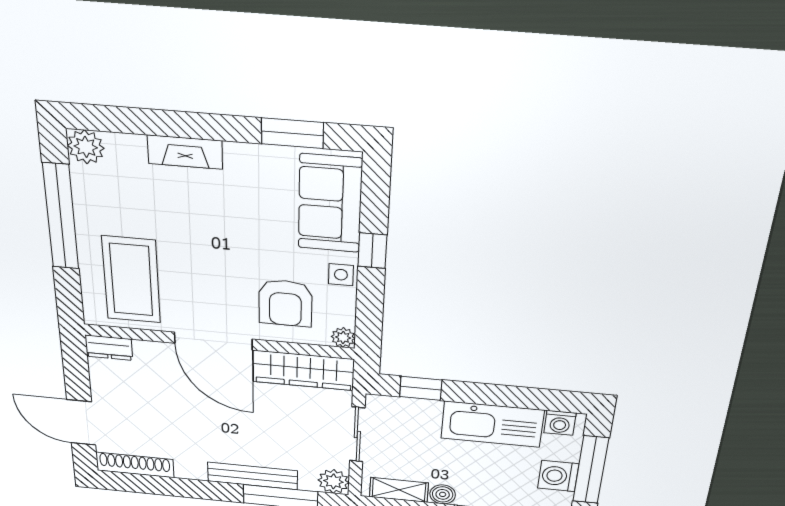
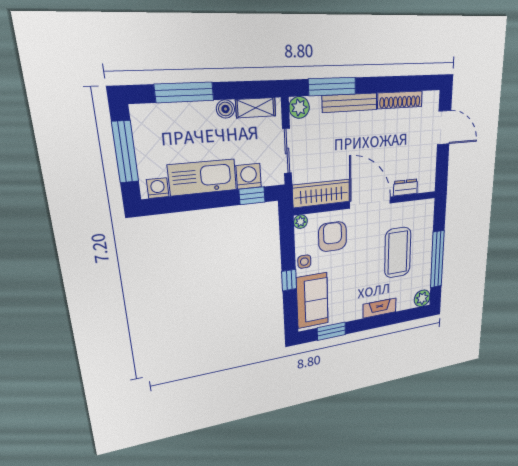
coffee table: (131, 280) -> (398, 253), moved
dresser: (109, 348) -> (405, 187), moved
shoe rack: (135, 465) -> (400, 100), moved
washing machine: (558, 476) -> (249, 176), moved, turned -90

